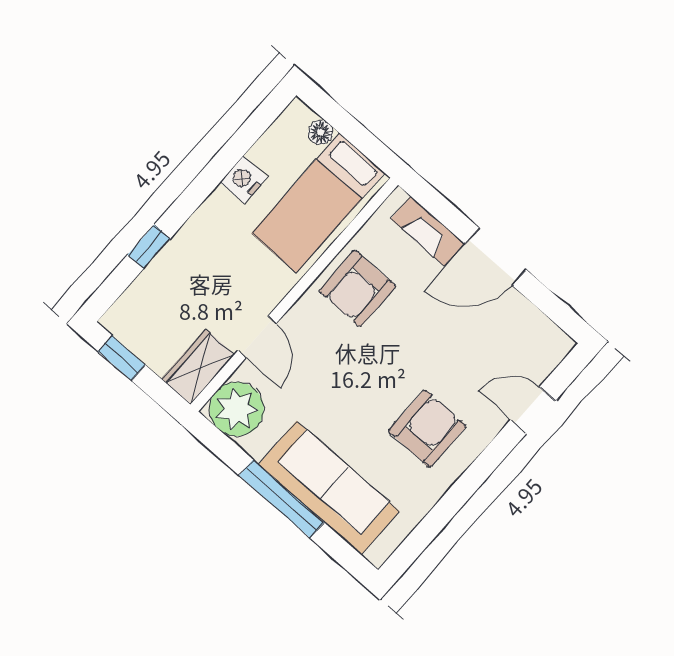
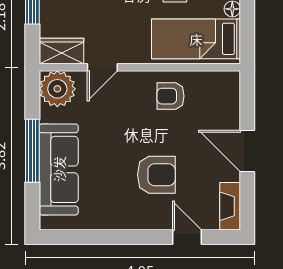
fireplace: (428, 231) -> (230, 206), moved
armchair: (357, 289) -> (171, 96), width x0.72, depth x0.72
armchair: (427, 429) -> (156, 175), moved

